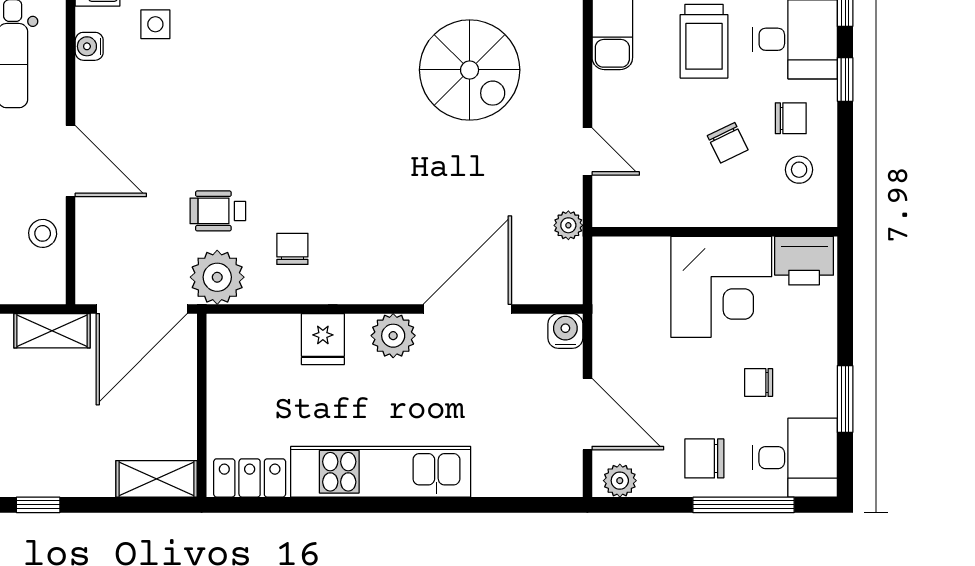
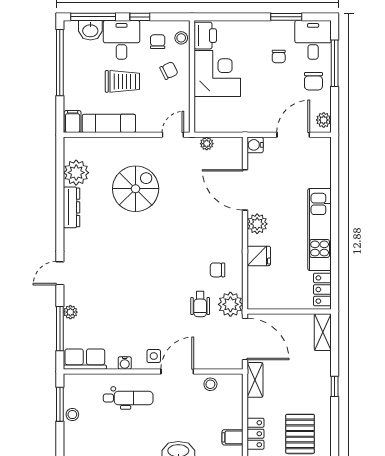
side table: (155, 24) -> (154, 356), moved
wall: (715, 232) -> (192, 77), moved
printer: (804, 261) -> (205, 36), moved
corner desk: (721, 287) -> (217, 74), moved

